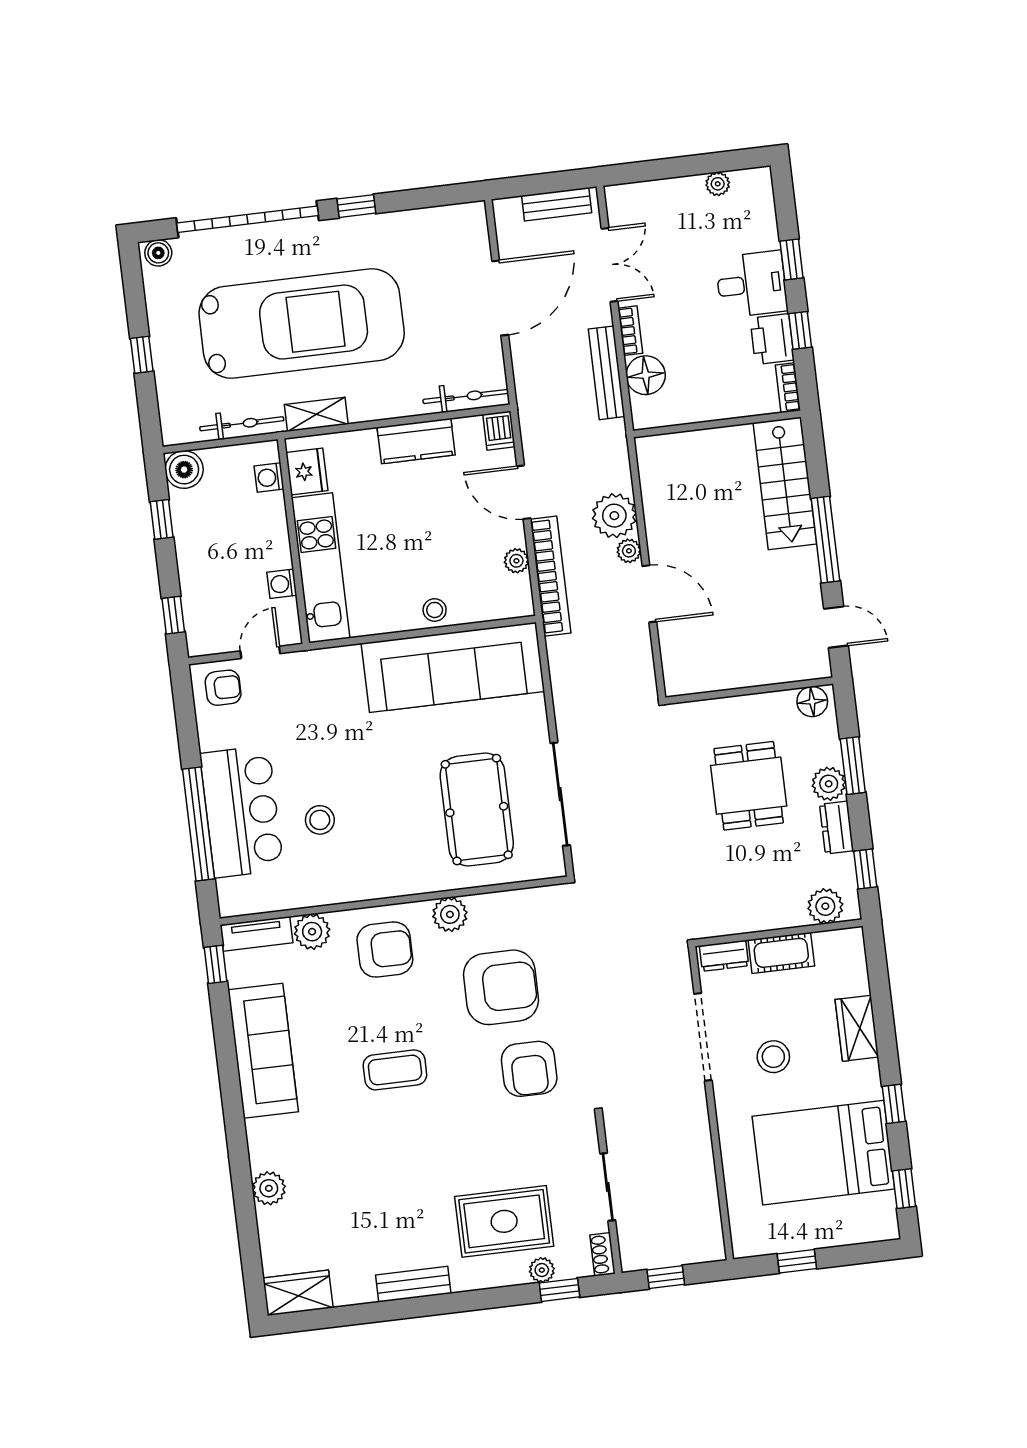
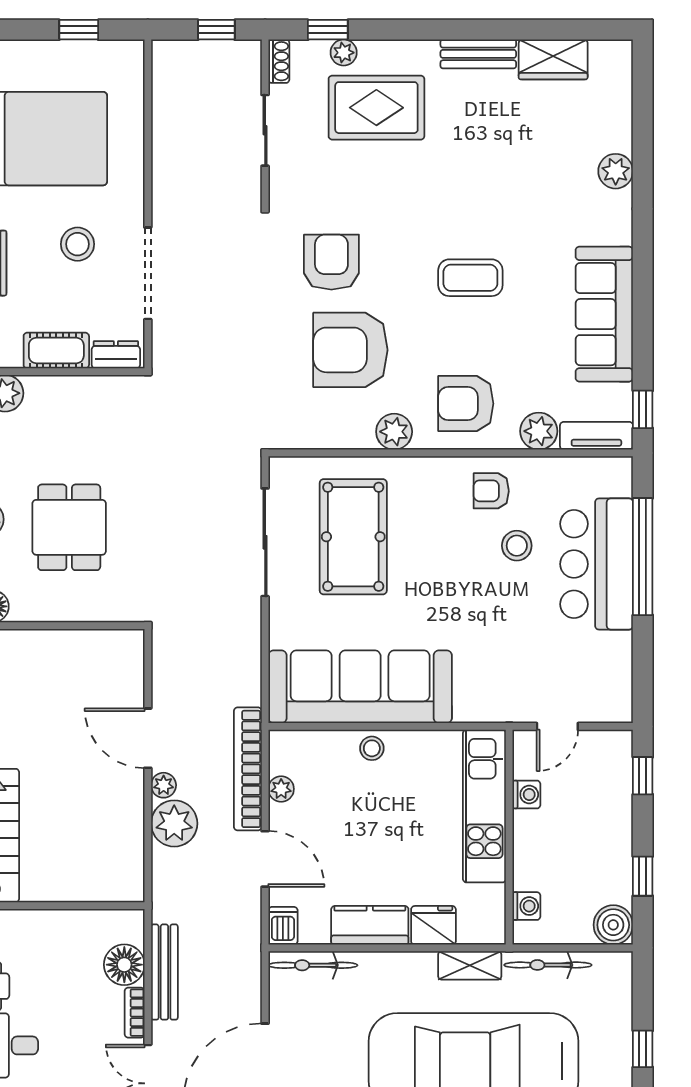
fridge: (307, 472) -> (433, 925), moved, turned 90
armchair: (223, 688) -> (491, 491), moved
wardrobe: (298, 1293) -> (553, 59), moved

